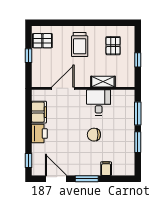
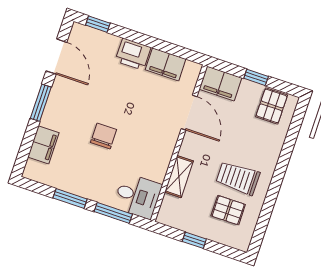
trolley: (80, 45) -> (238, 178), moved
filing cabinet: (39, 76) -> (220, 83), added
desk: (99, 102) -> (138, 196), moved
filing cabinet: (106, 169) -> (43, 145), width x2.00
door: (56, 179) -> (56, 57), hinge flipped

